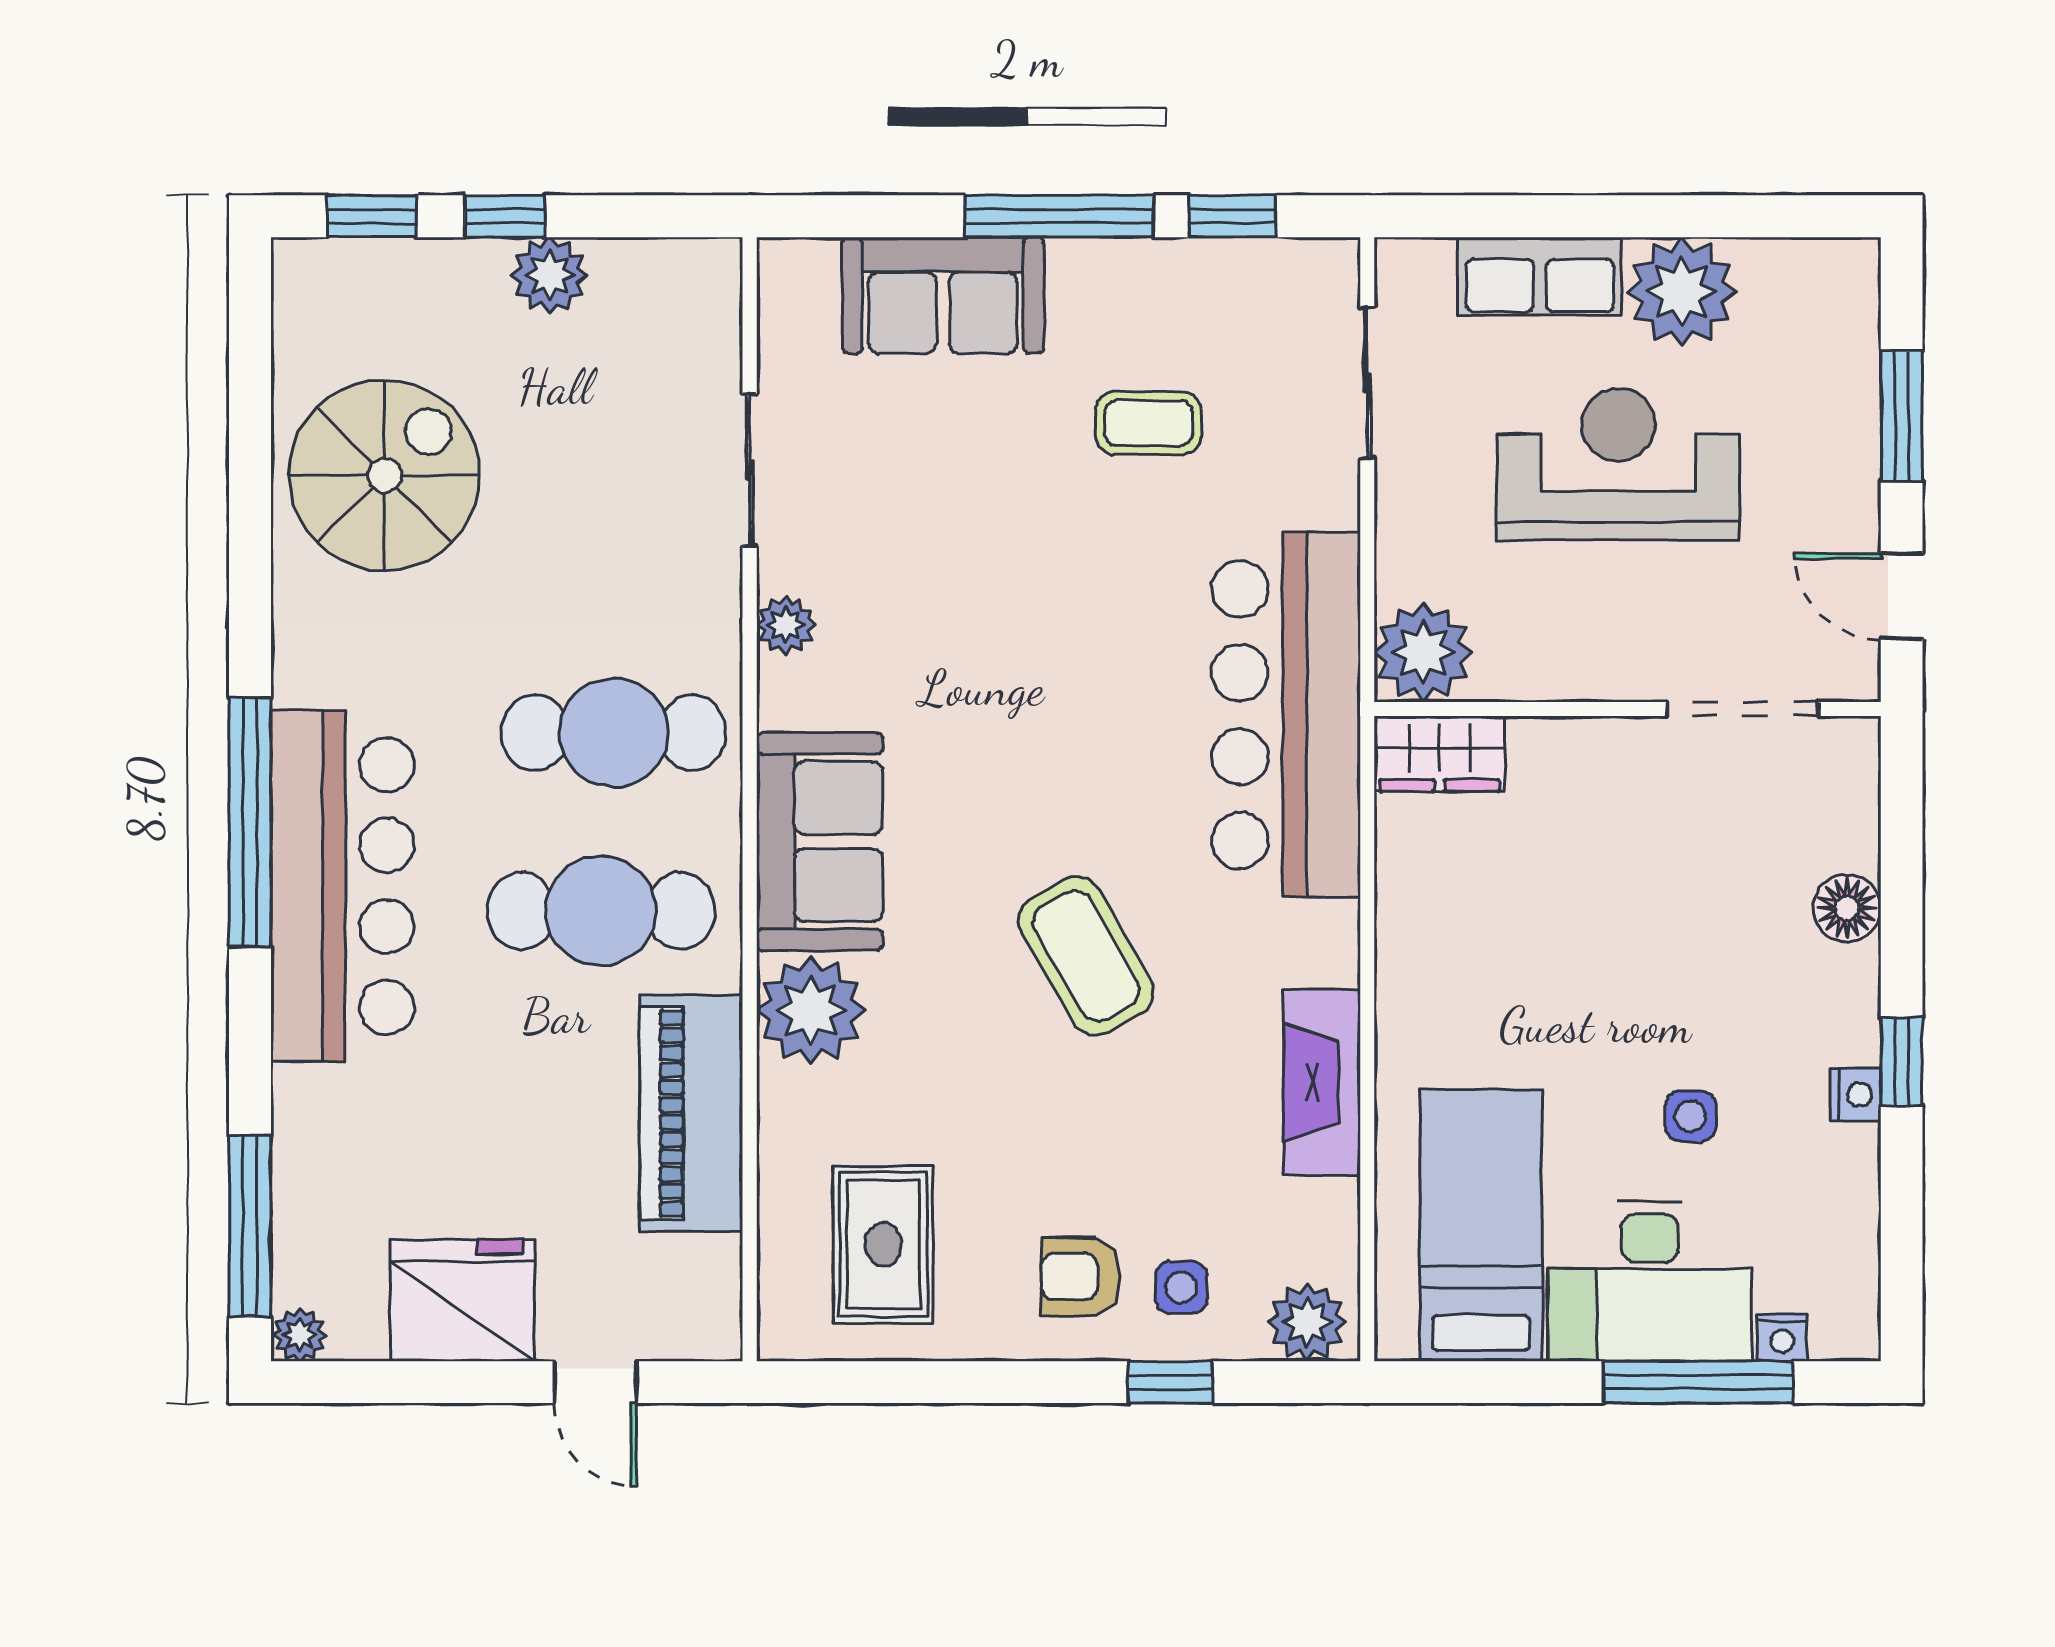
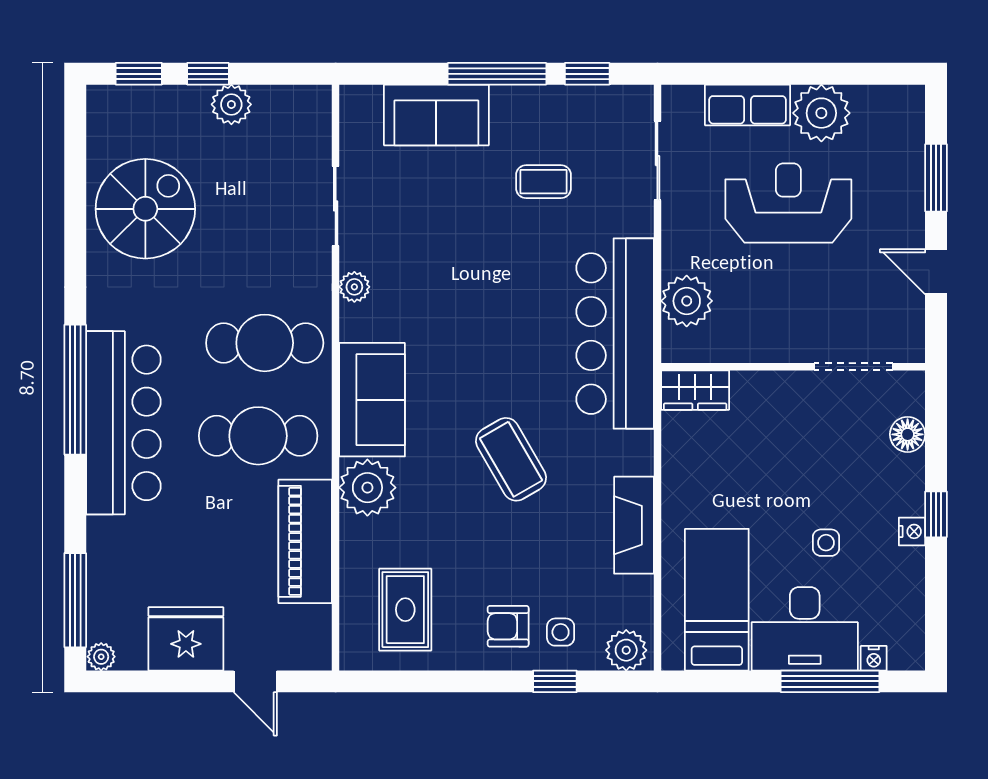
wall: (1628, 709) -> (793, 367), moved
doorway: (1743, 709) -> (853, 367), moved
wardrobe: (1439, 754) -> (695, 390), moved

